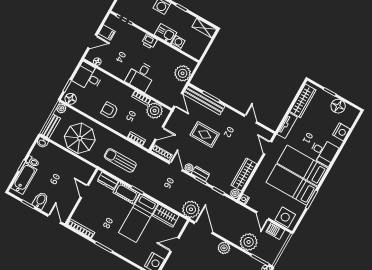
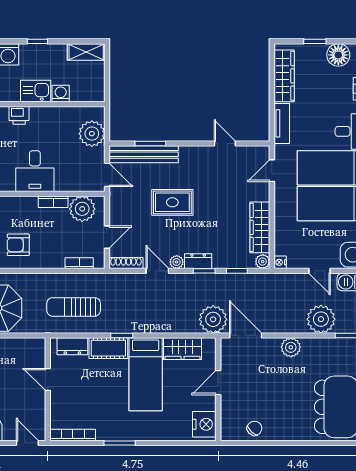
door: (268, 148) -> (272, 171), hinge flipped

